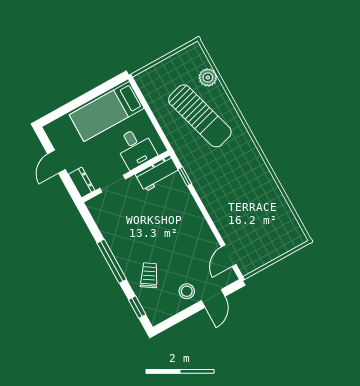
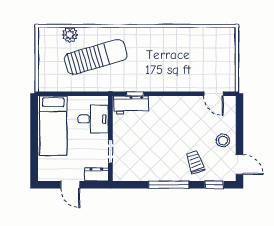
workbench: (157, 174) -> (131, 105), moved, turned 90
trolley: (149, 275) -> (195, 162), turned 39
door: (213, 298) -> (239, 164), moved

